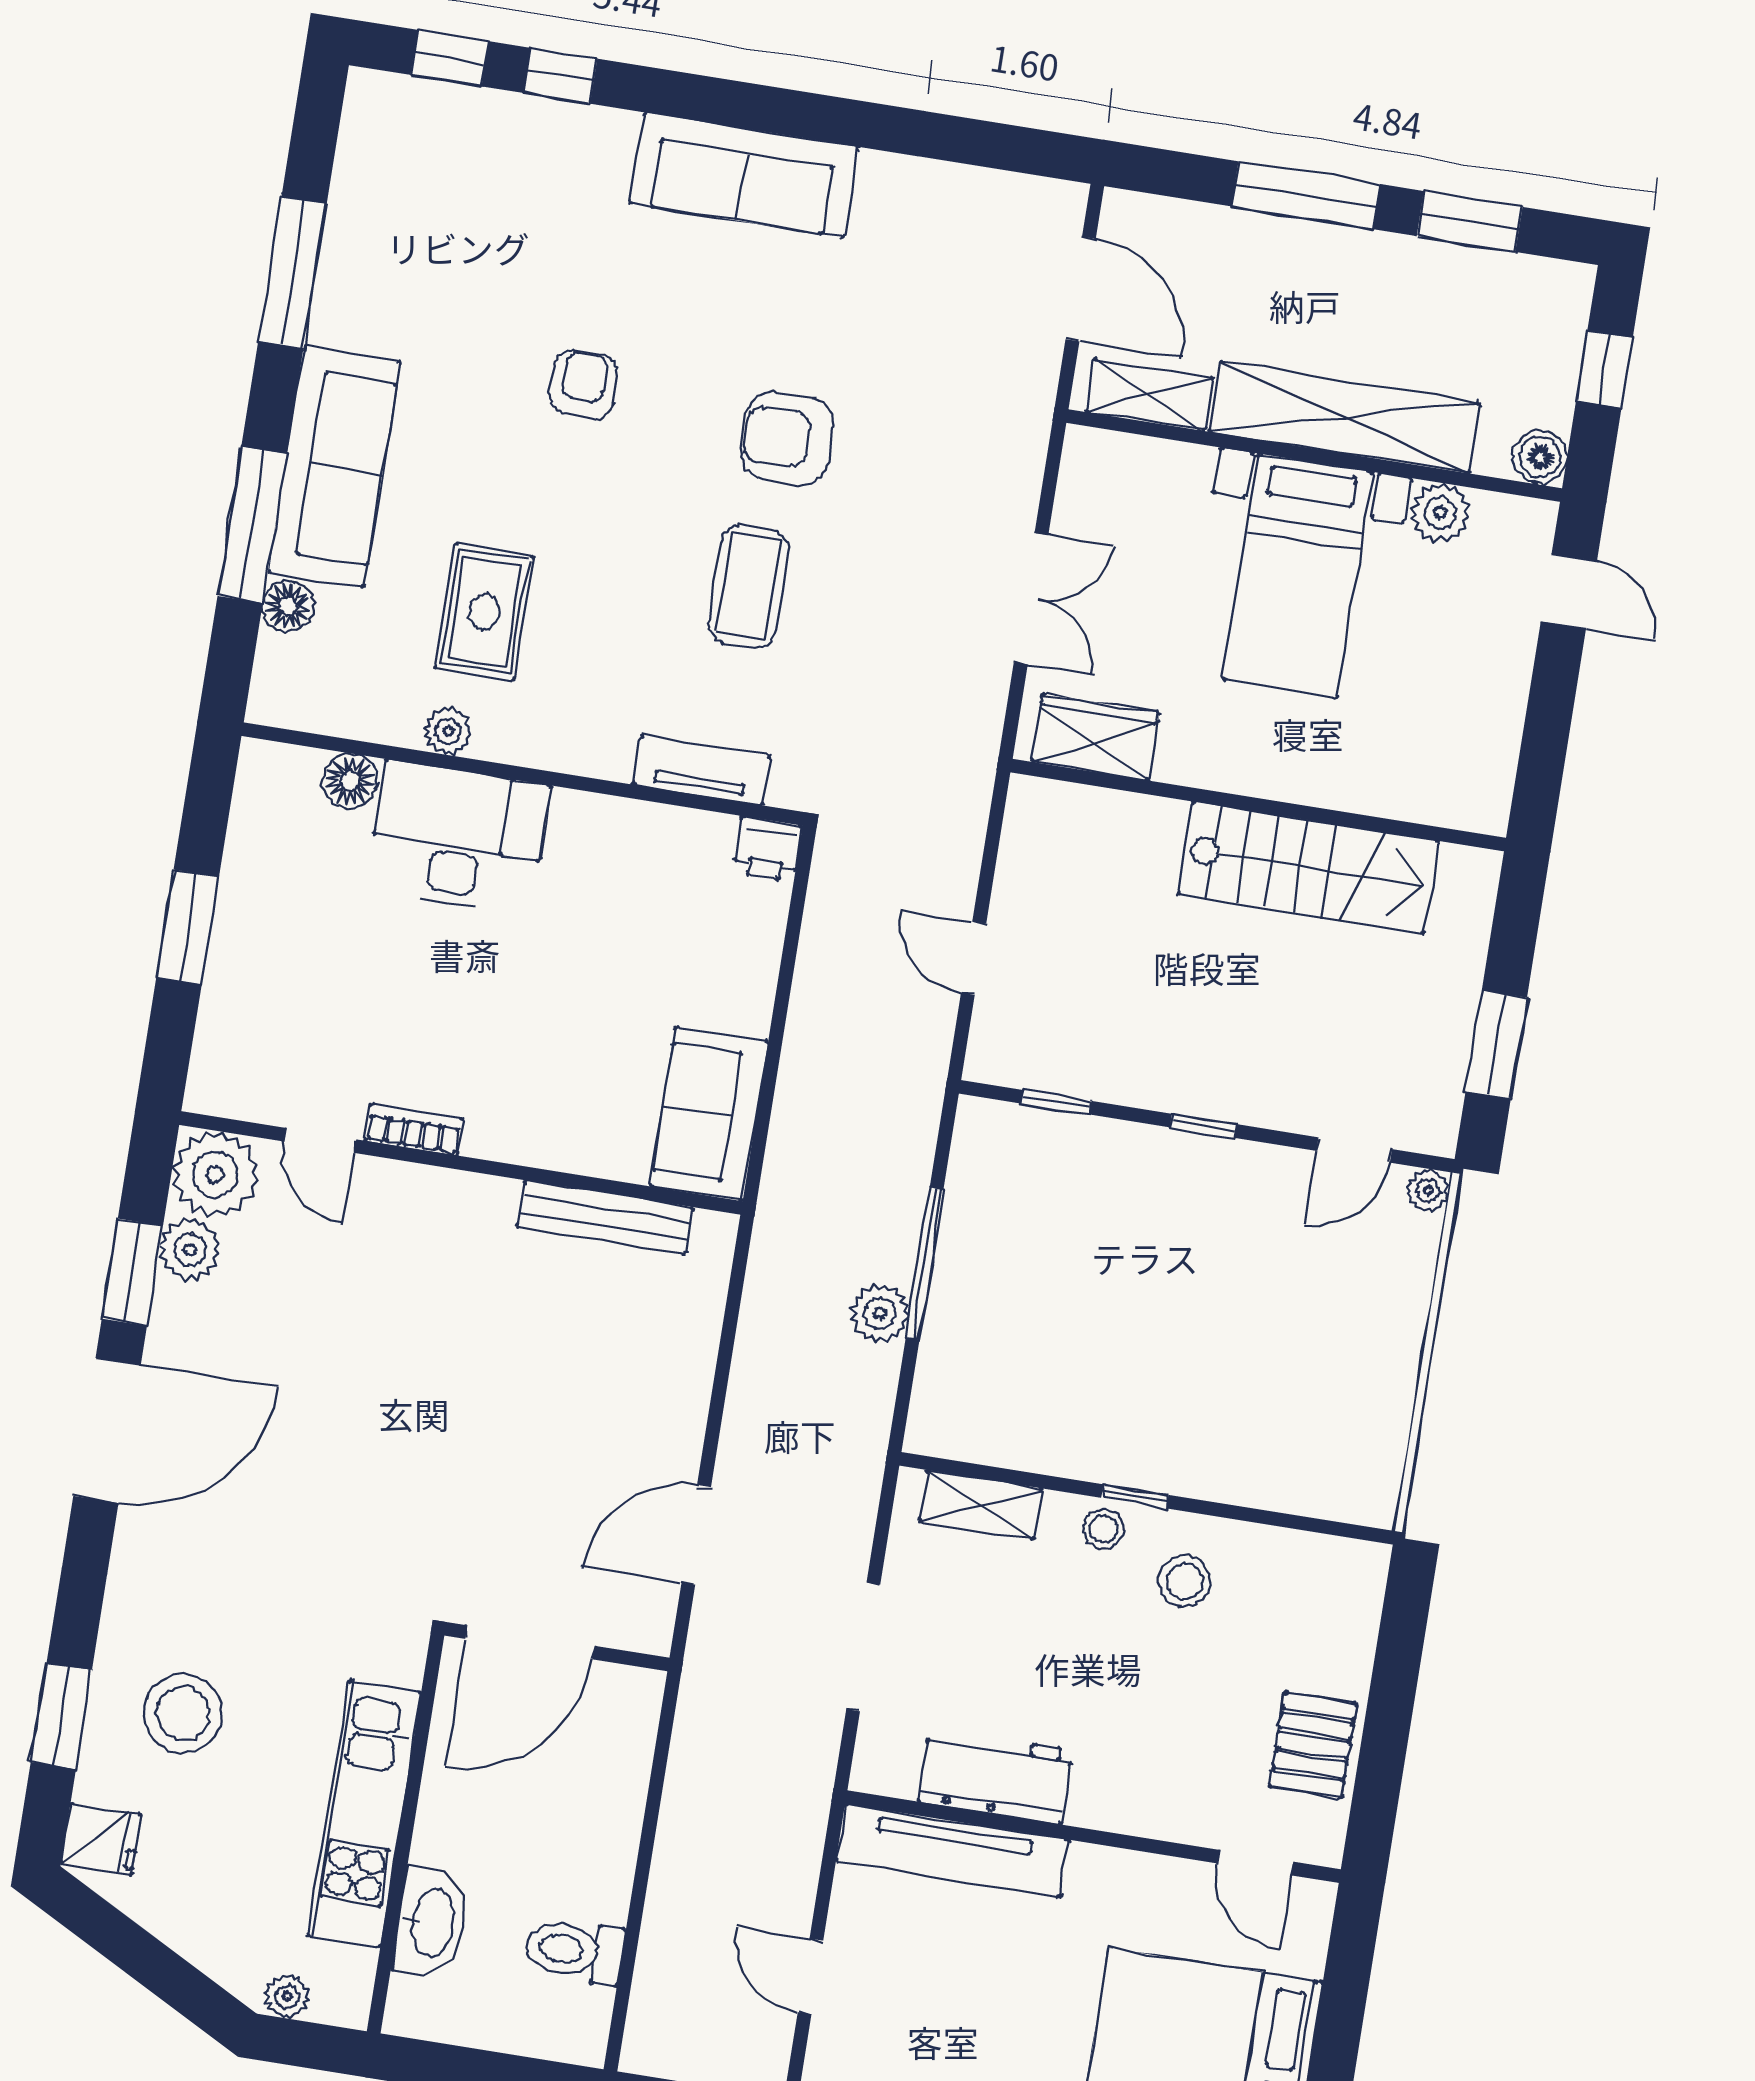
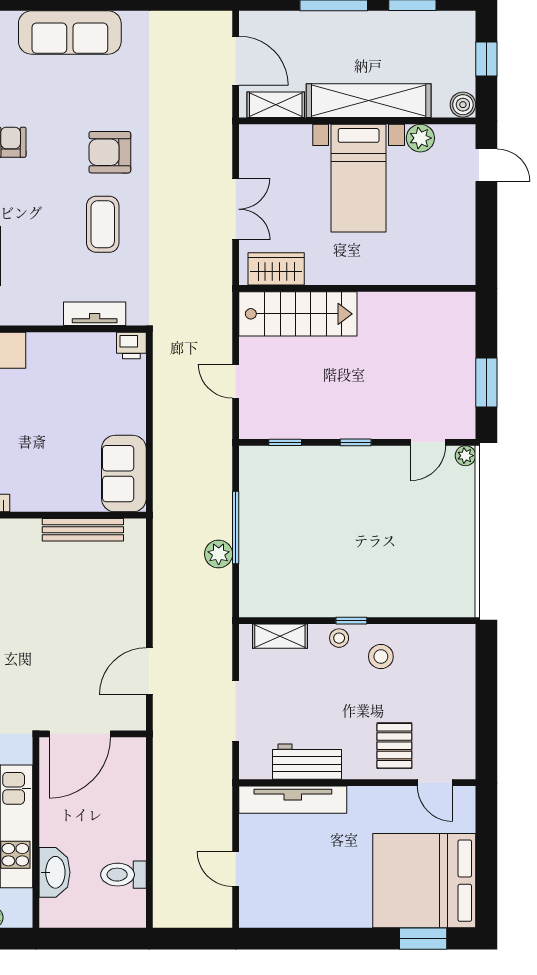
stairs: (1309, 868) -> (298, 314), moved
pallet: (1313, 1745) -> (394, 746), moved

